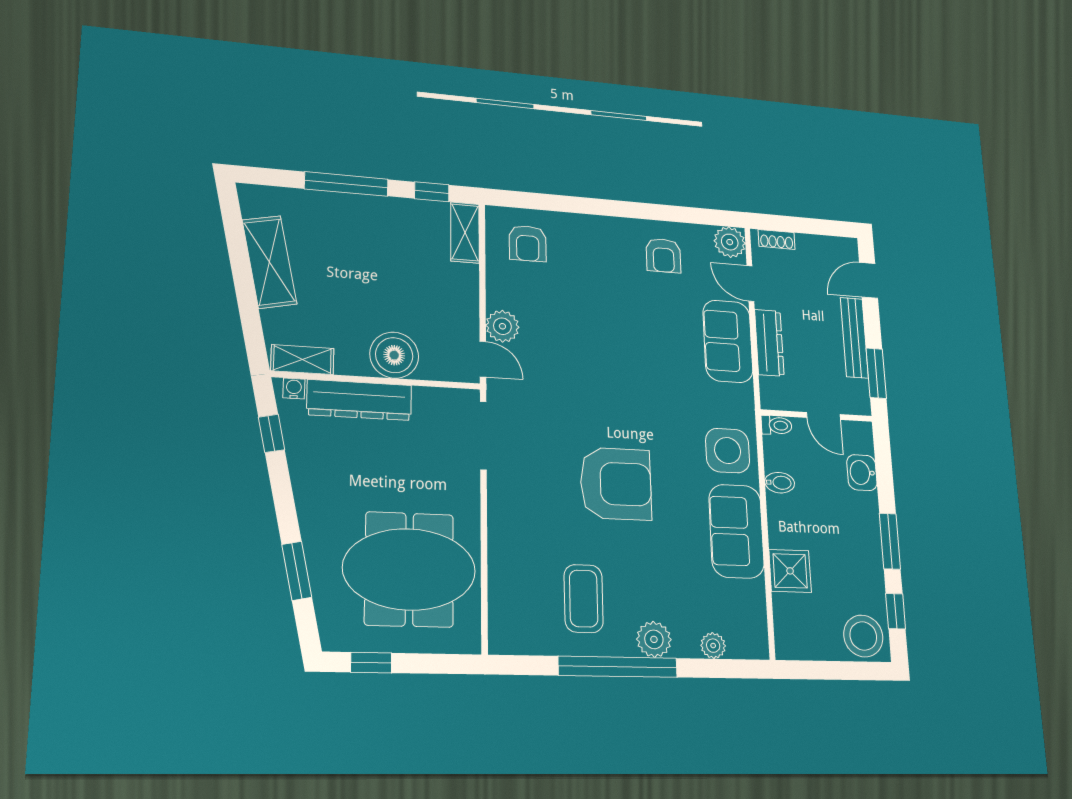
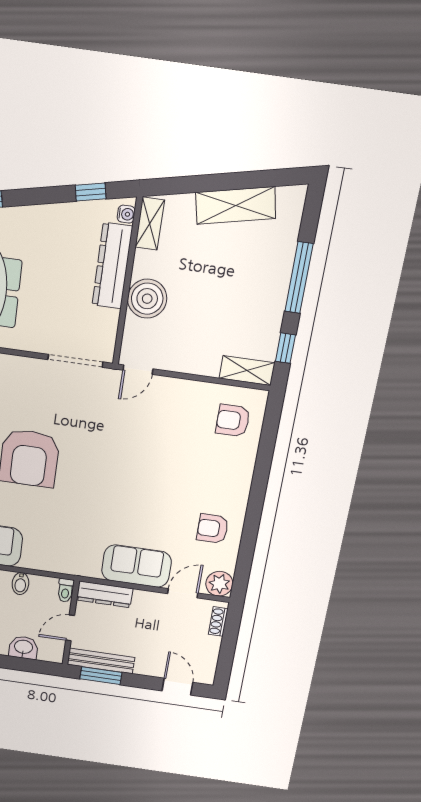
plant: (502, 326) -> (164, 389), removed
bench: (854, 338) -> (101, 661), moved
dresser: (769, 343) -> (105, 594), moved
side table: (728, 451) -> (49, 549), removed

